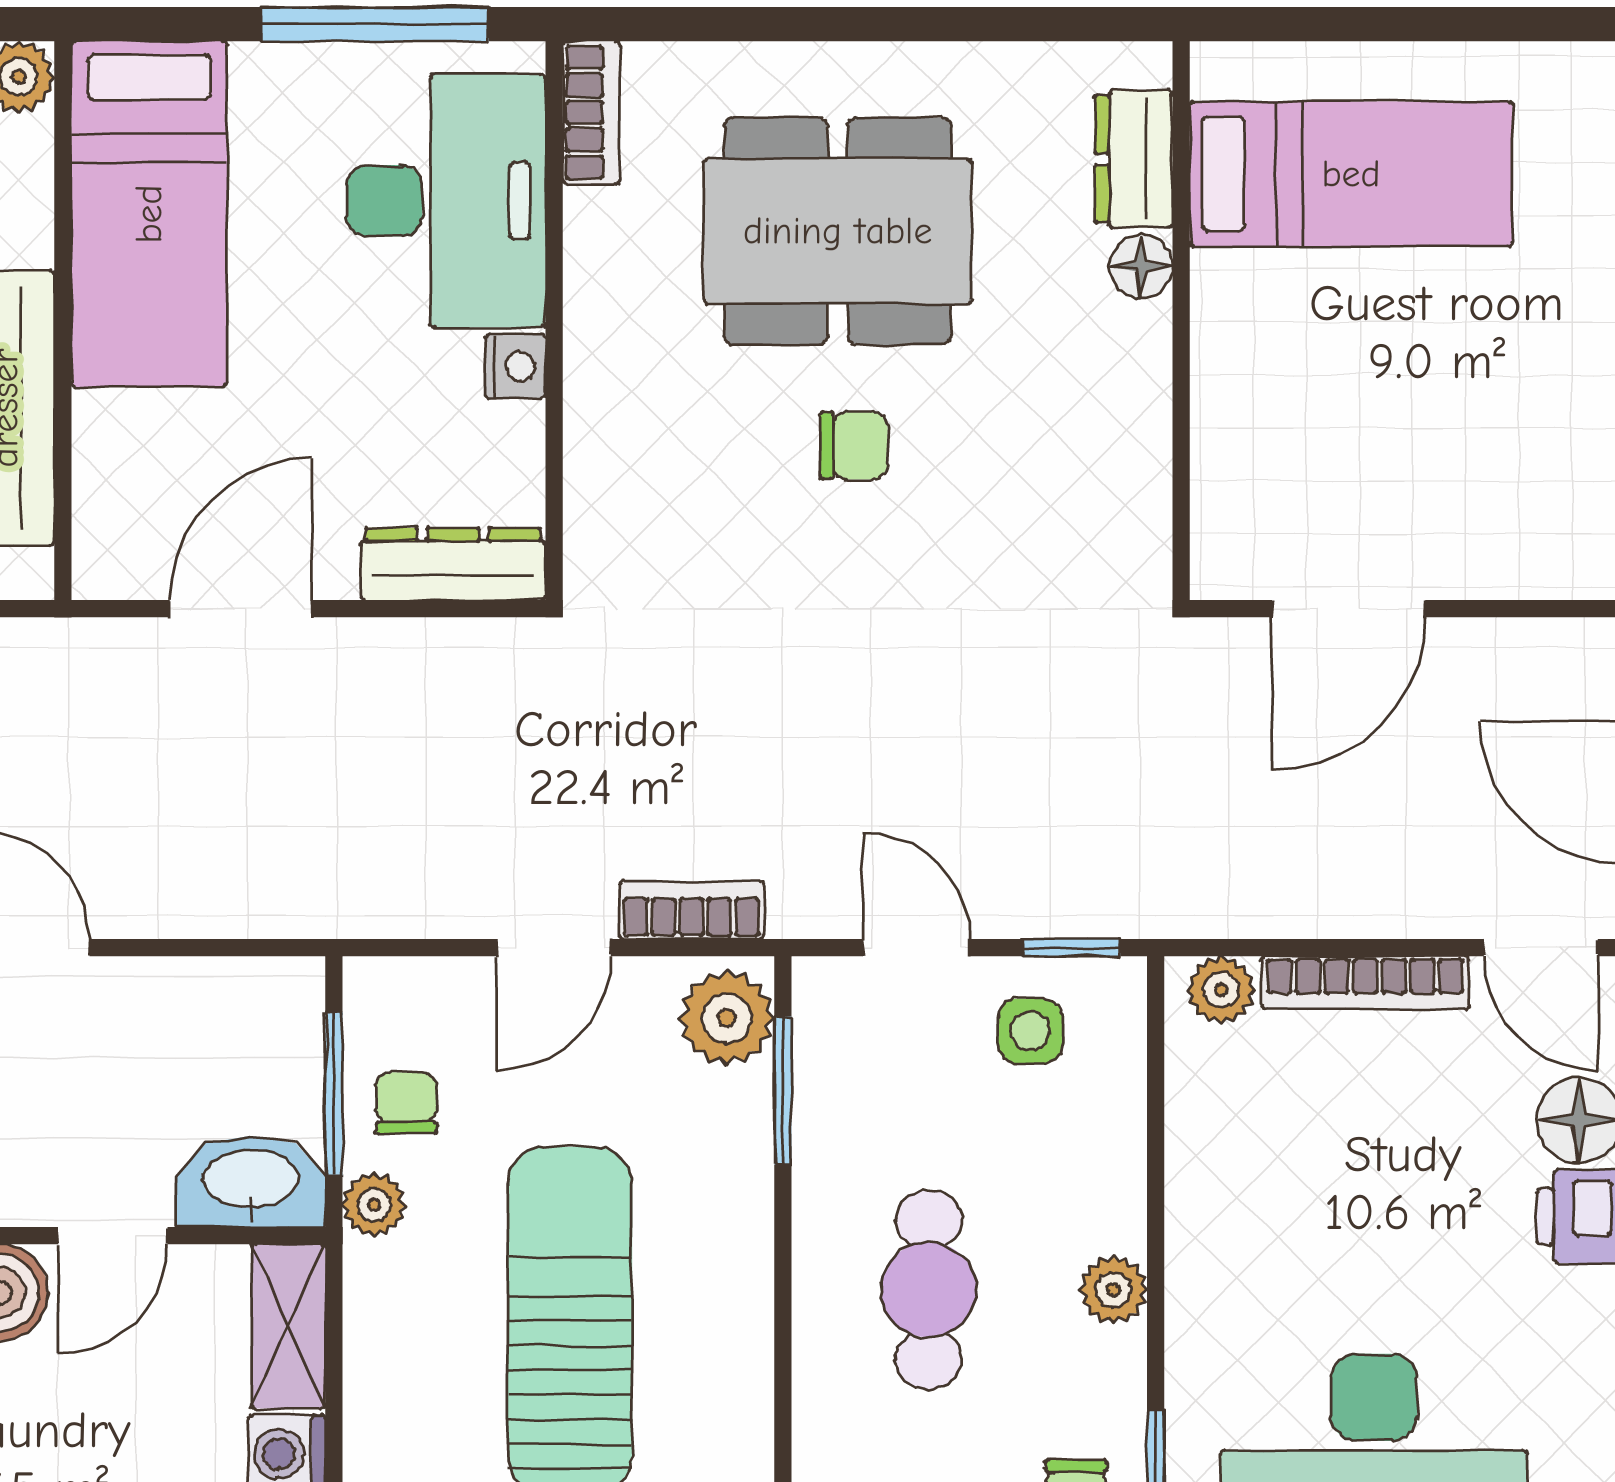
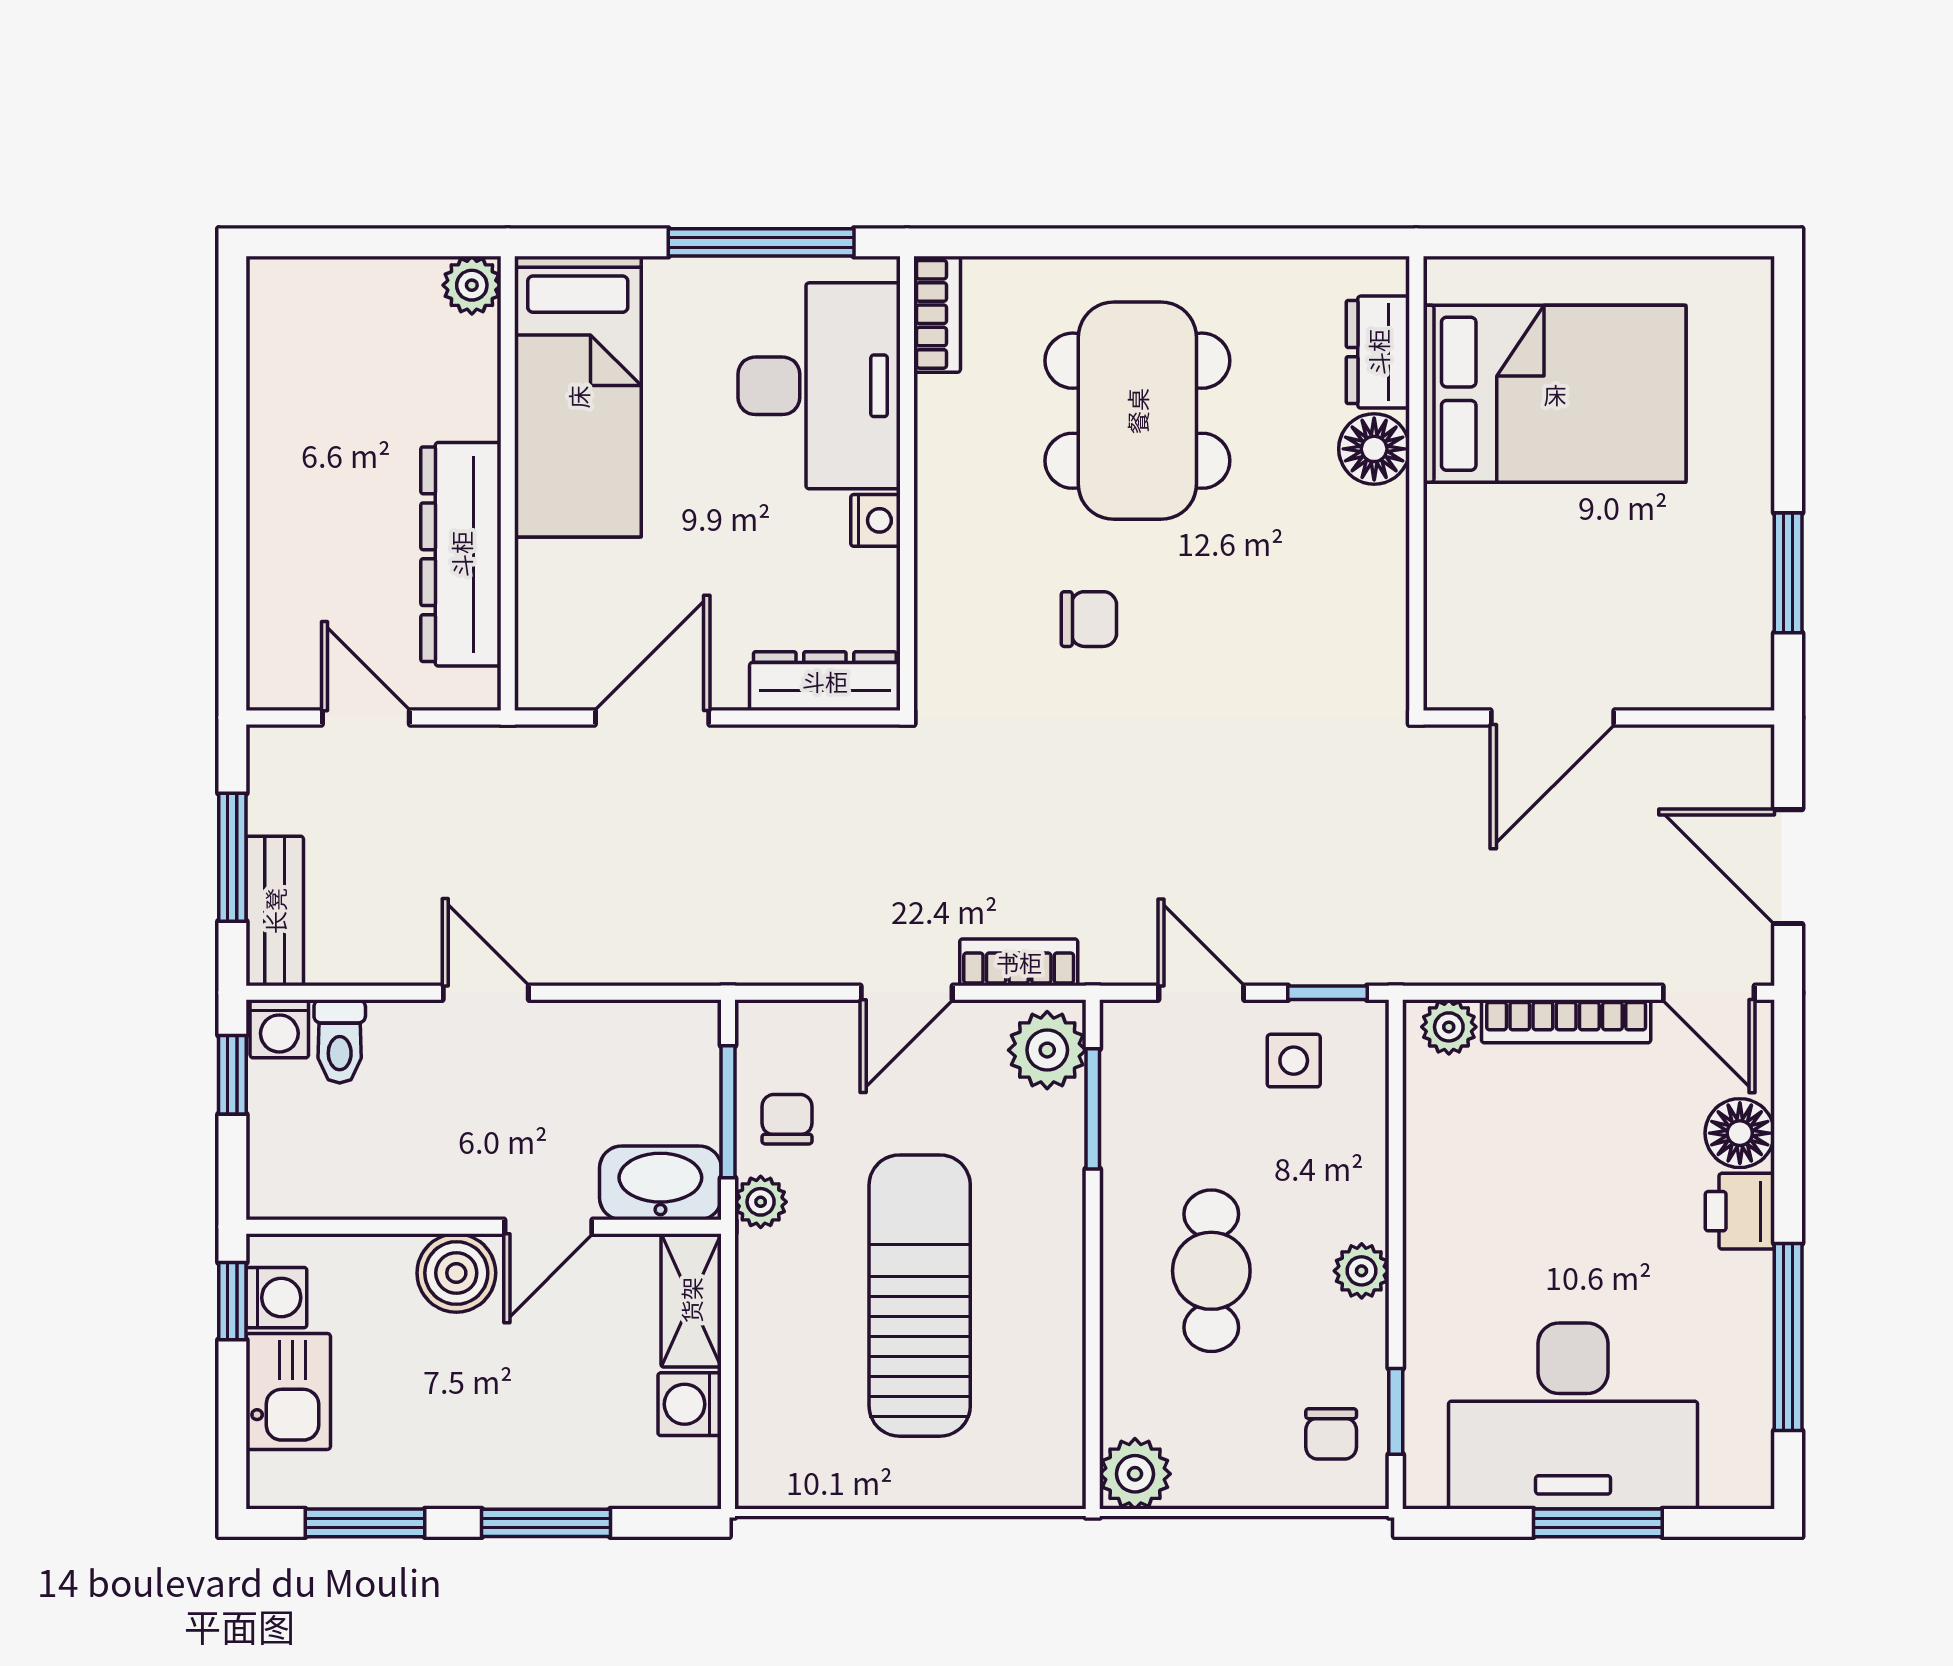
bed: (1351, 174) -> (1555, 394), width x1.50
dining table: (838, 231) -> (1137, 411), turned 90
floor lamp: (1141, 267) -> (1374, 449), width x1.37, depth x1.37
chair: (854, 446) -> (1089, 619), moved

